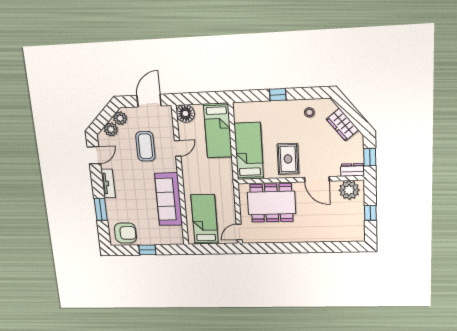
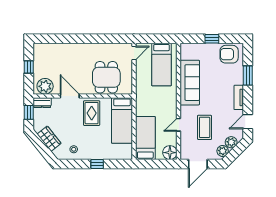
dining table: (272, 203) -> (106, 77), width x0.73

